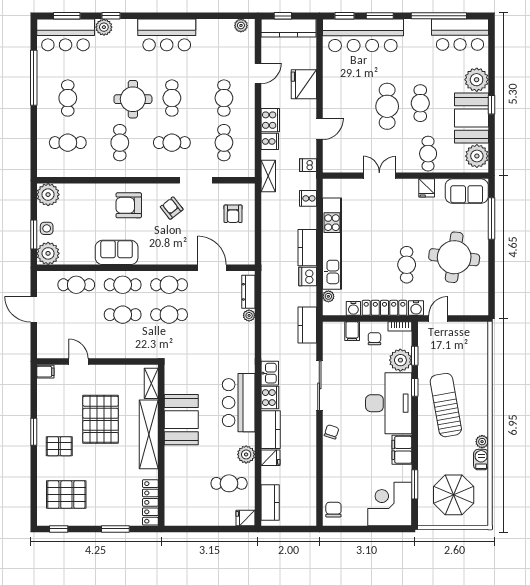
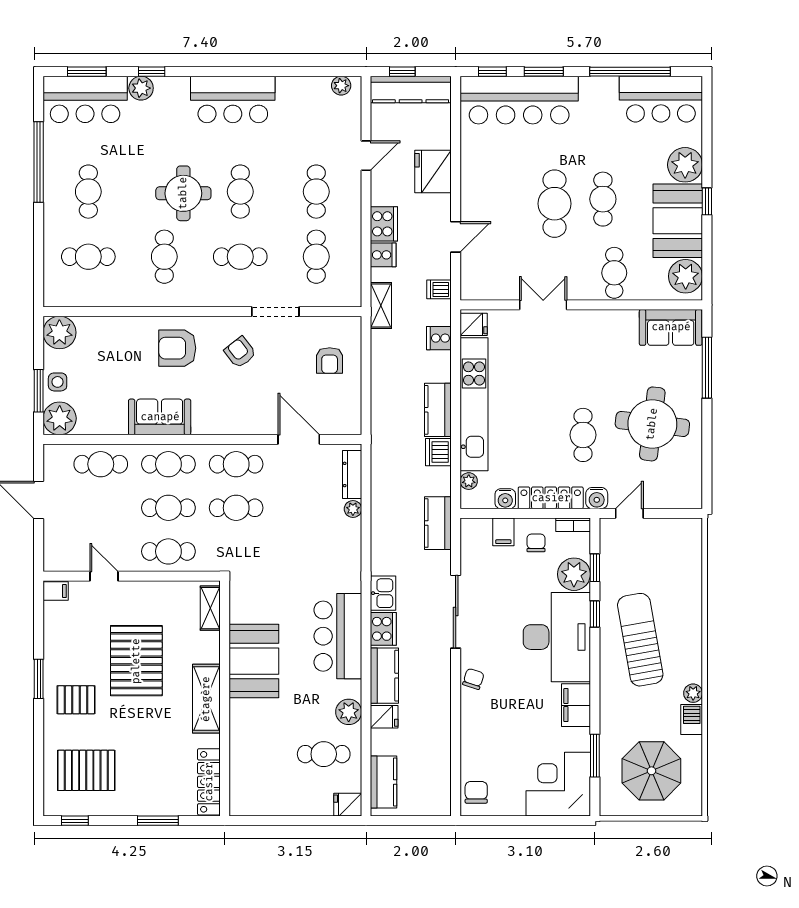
fridge: (427, 188) -> (474, 324), moved, turned -90
cafe table: (123, 345) -> (168, 551), added
shelving: (149, 434) -> (206, 699), width x0.68

